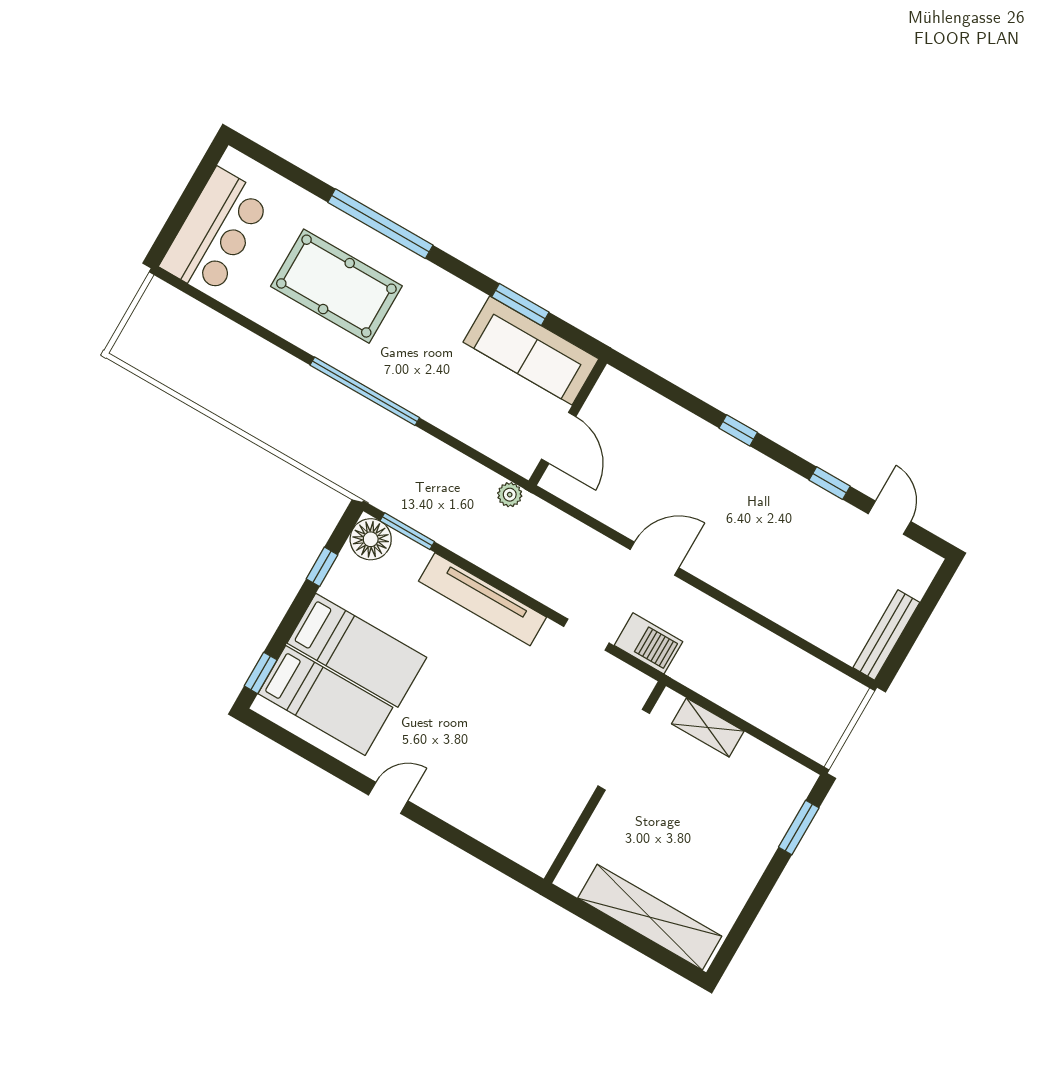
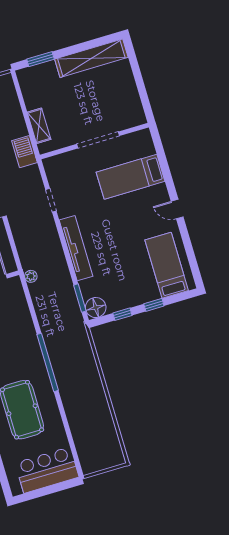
barbecue: (648, 643) -> (24, 152), moved
bed: (357, 650) -> (131, 177), moved, turned -90
window: (261, 673) -> (154, 305), moved
doorway: (624, 750) -> (98, 140), moved
shelving: (650, 917) -> (91, 58), moved, turned 90

